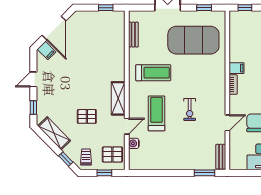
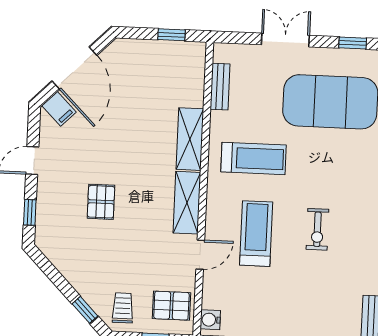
pallet: (87, 116) -> (101, 202), moved, turned 90
shelving: (54, 133) -> (190, 139), moved, turned 44
water cooler: (134, 143) -> (210, 320), moved

